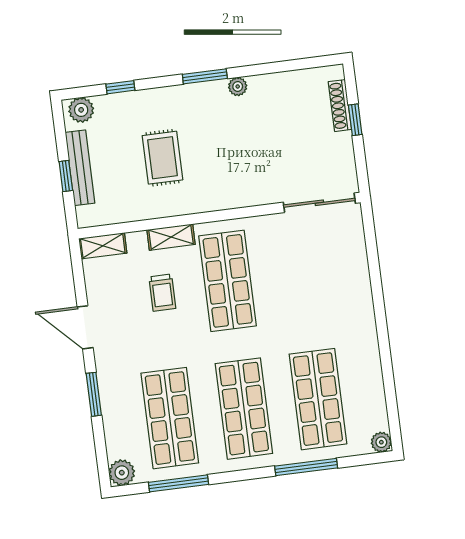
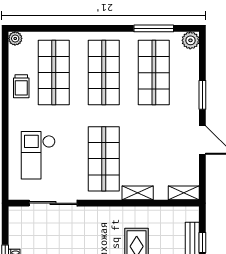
sliding door: (319, 203) -> (53, 203), moved
checkout: (325, 274) -> (38, 155), added
trolley: (162, 293) -> (21, 86), moved, turned 180
window: (306, 467) -> (67, 28), removed

